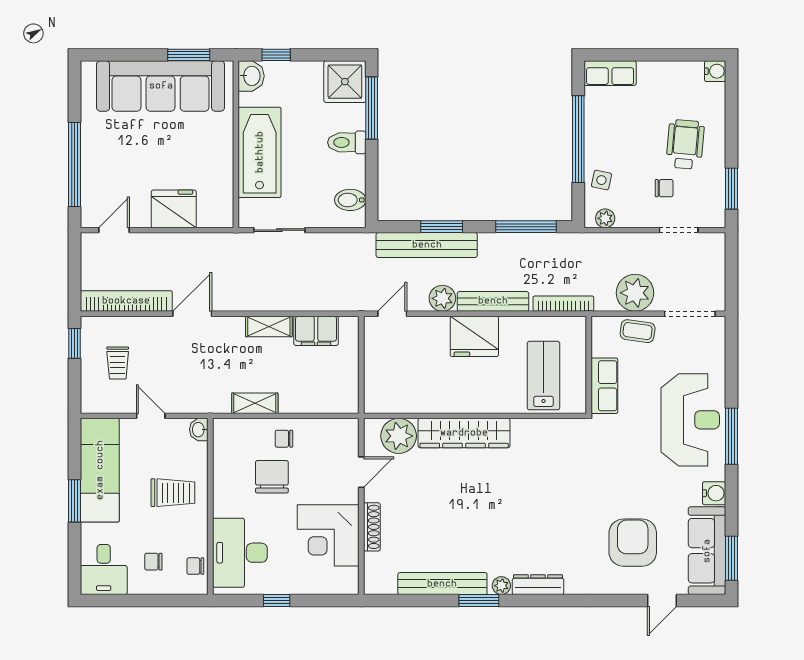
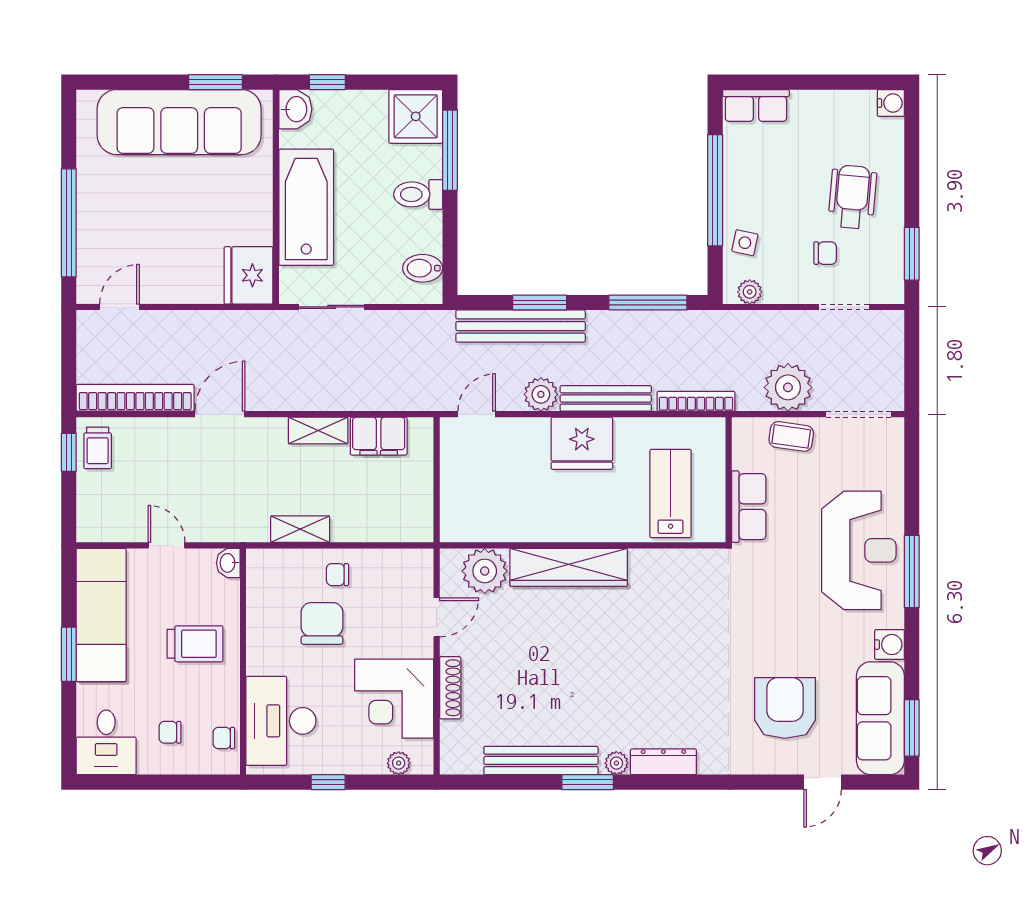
fridge: (174, 209) -> (248, 275), moved, turned -90
trolley: (118, 363) -> (98, 448), moved
plant: (332, 586) -> (399, 763), added

